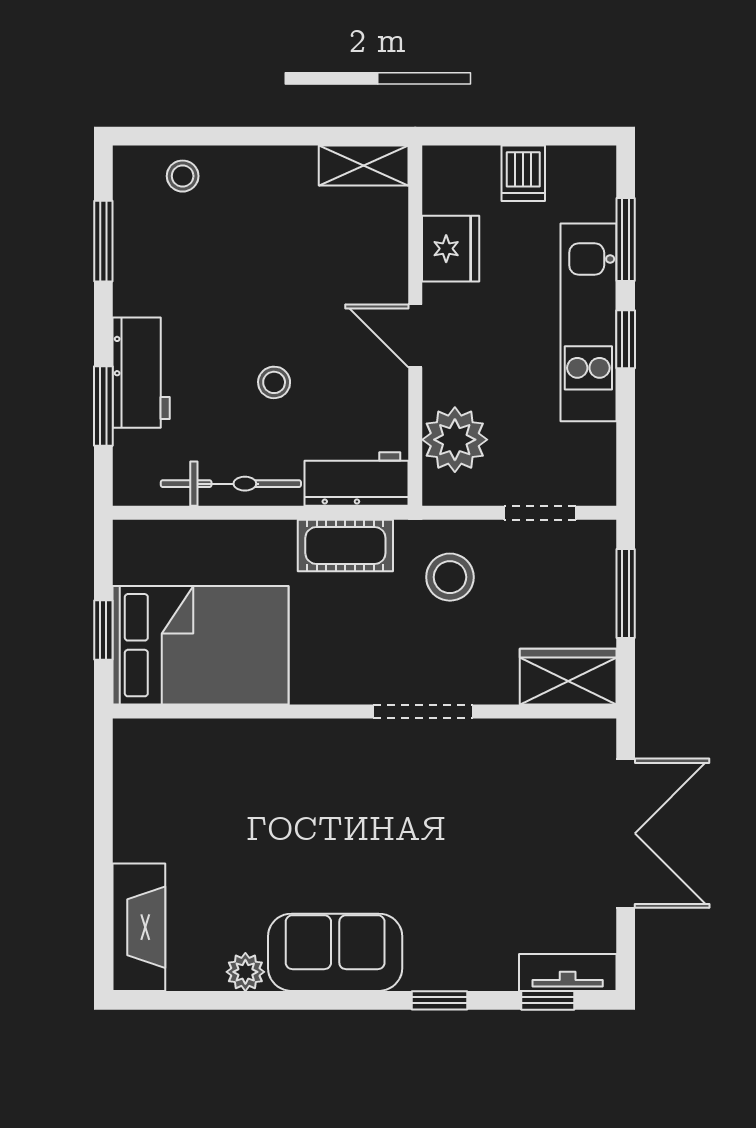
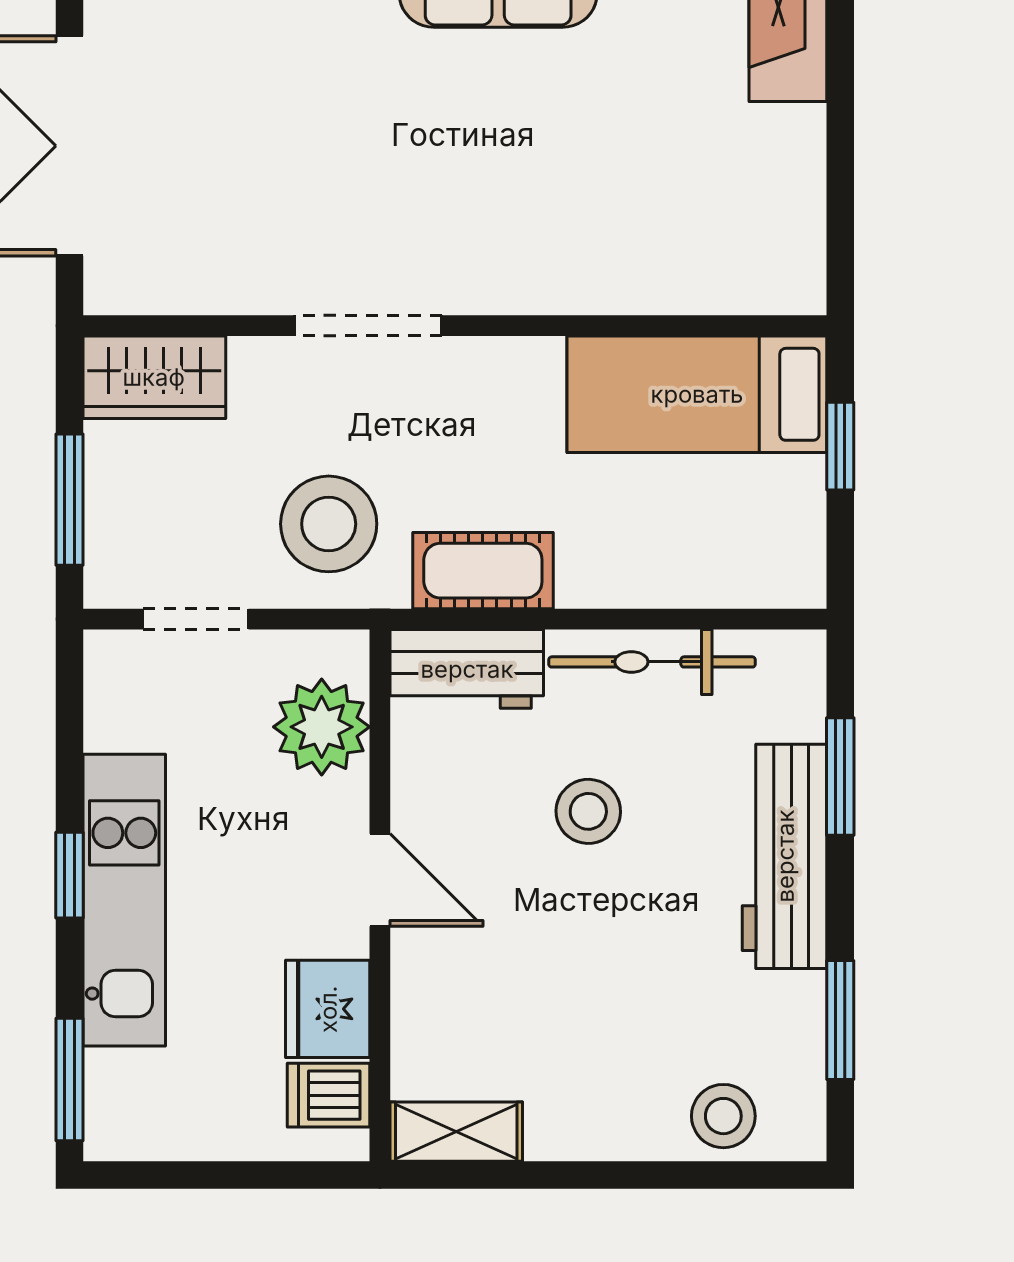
dishwasher: (523, 173) -> (328, 1095), moved, turned -90
stool: (183, 176) -> (723, 1116), width x1.37, depth x1.37
window: (626, 240) -> (69, 1080), moved
workbench: (141, 373) -> (785, 856), width x1.37
stool: (274, 382) -> (588, 811), width x1.37, depth x1.37
stool: (450, 577) -> (329, 524), width x1.38, depth x1.38
bed: (200, 645) -> (697, 394), width x0.67

